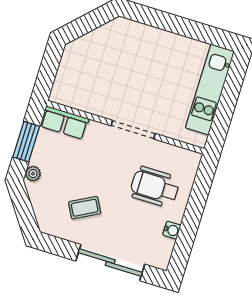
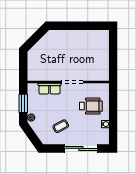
kitchen unit: (210, 89) -> (103, 52), removed
row of seats: (65, 122) -> (49, 89), moved
wheelchair: (155, 187) -> (91, 106), turned 180

